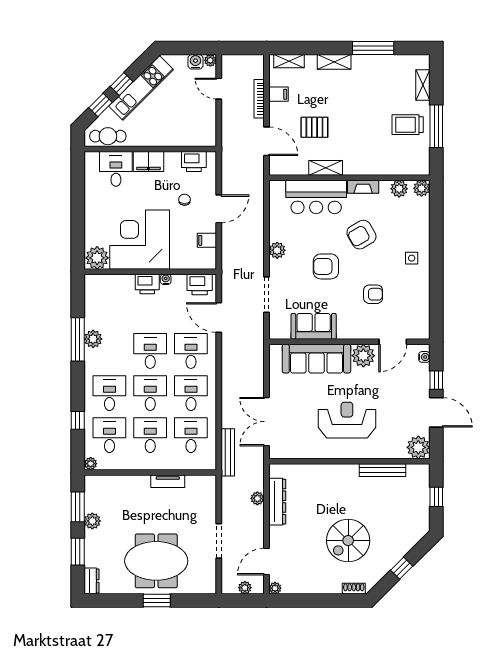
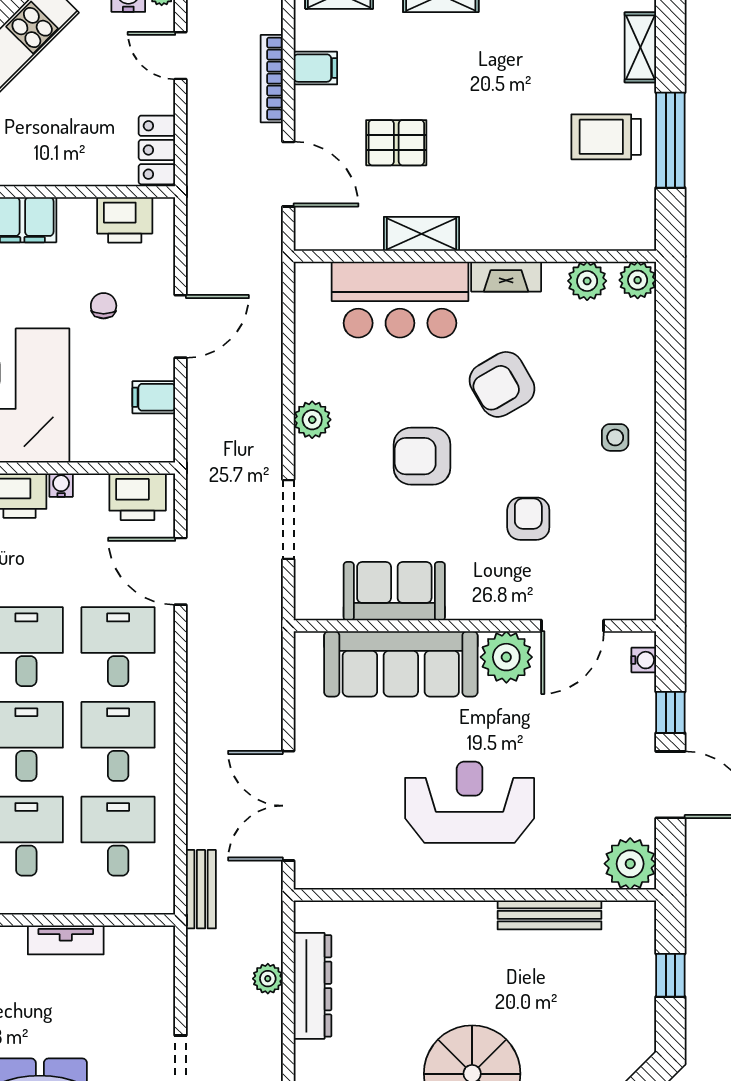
locker: (208, 131) -> (157, 150), added
armchair: (373, 294) -> (528, 519), turned -90
bench: (228, 452) -> (201, 889), width x0.73

